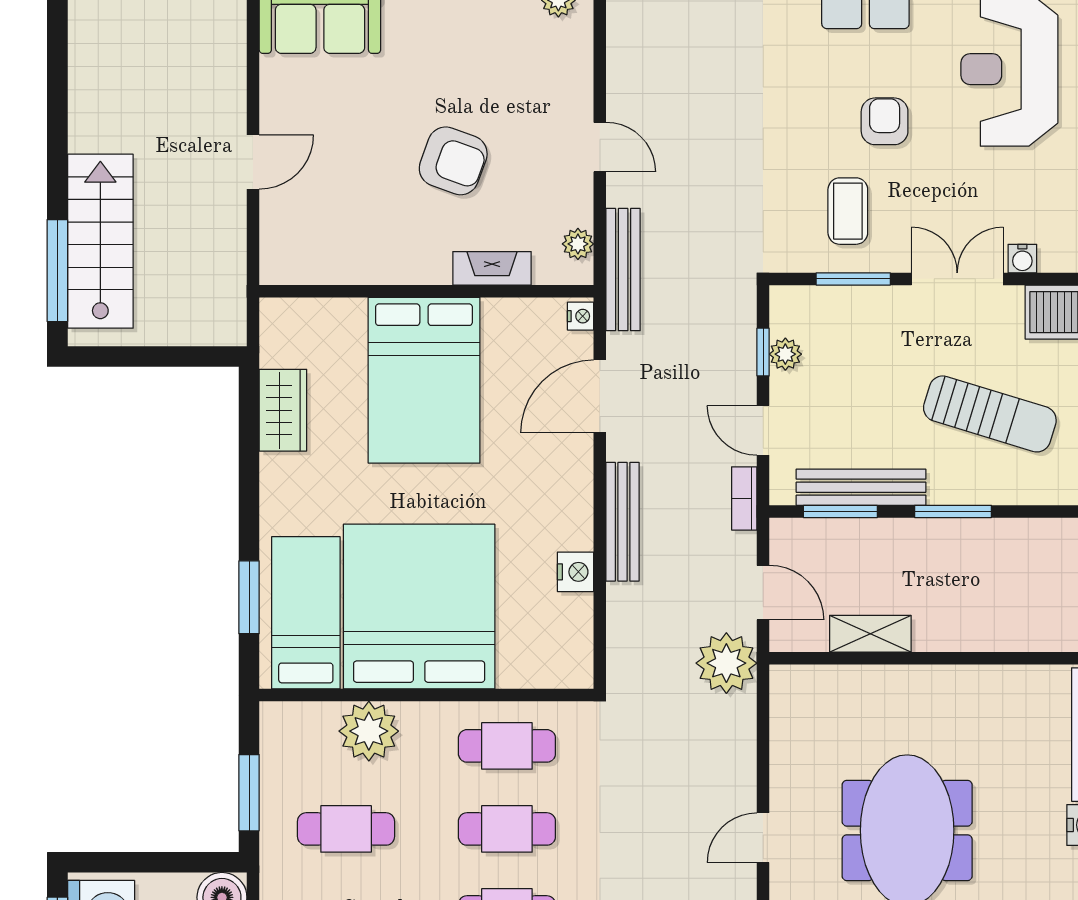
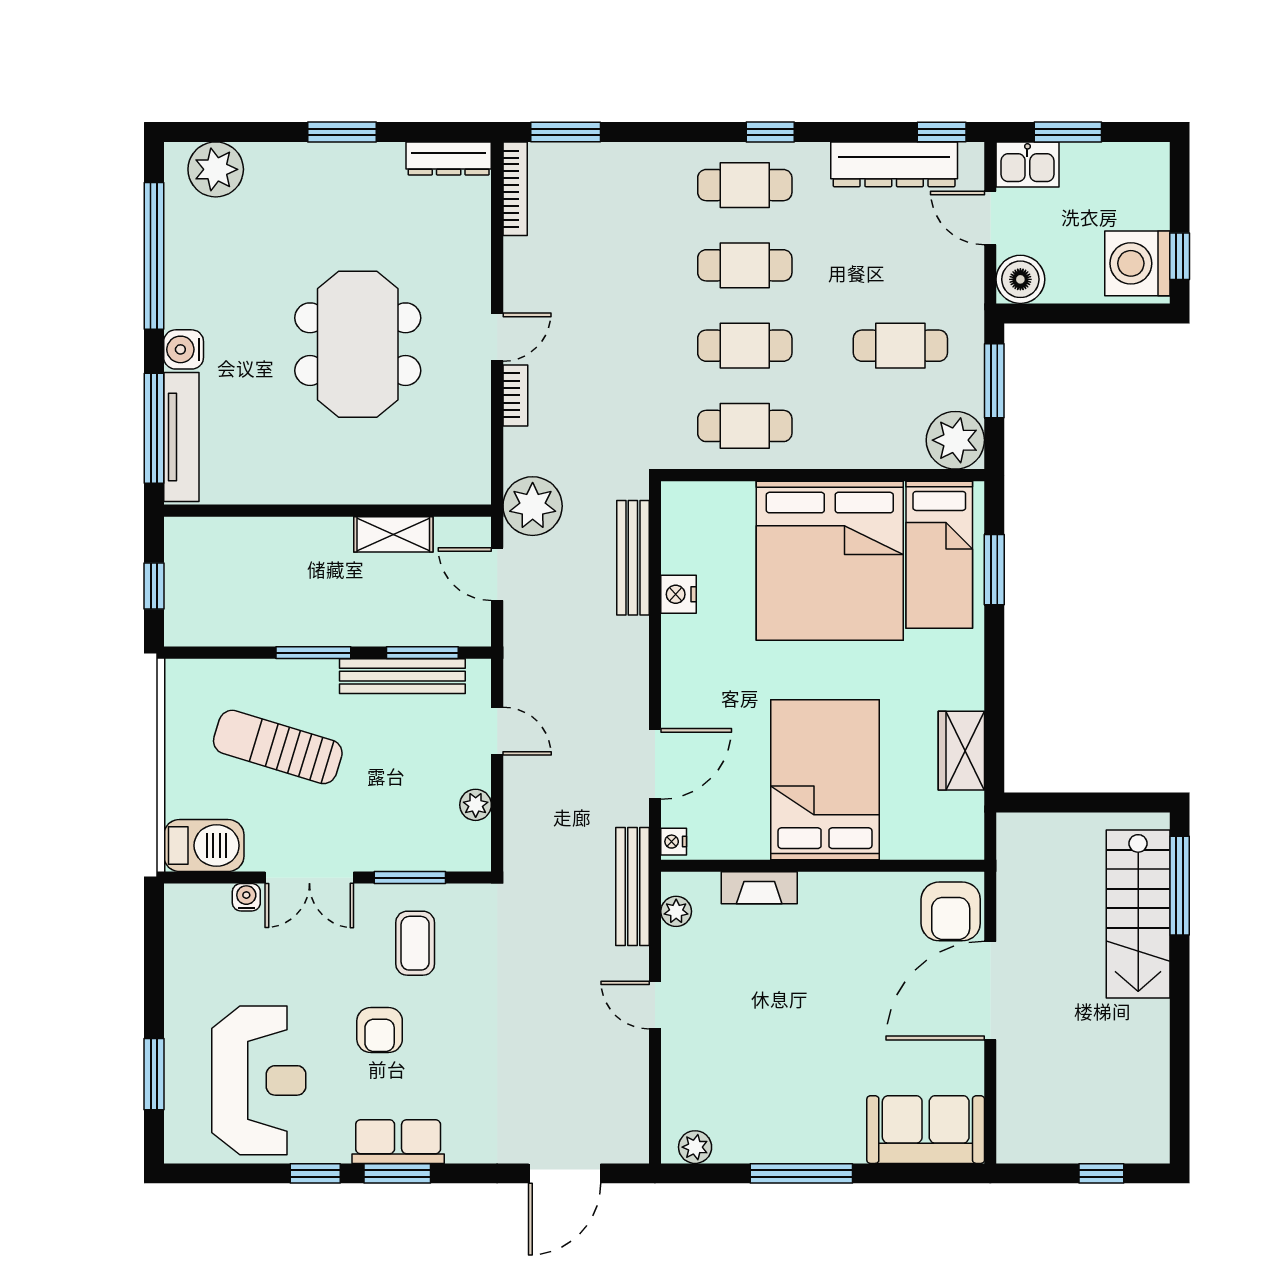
armchair: (453, 161) -> (951, 911), moved, turned -110
door: (253, 162) -> (990, 991), width x1.88
window: (763, 352) -> (497, 807), removed
bookcase: (744, 498) -> (515, 395), moved
bench: (623, 522) -> (633, 558), moved
plant: (369, 731) -> (955, 440), moved

